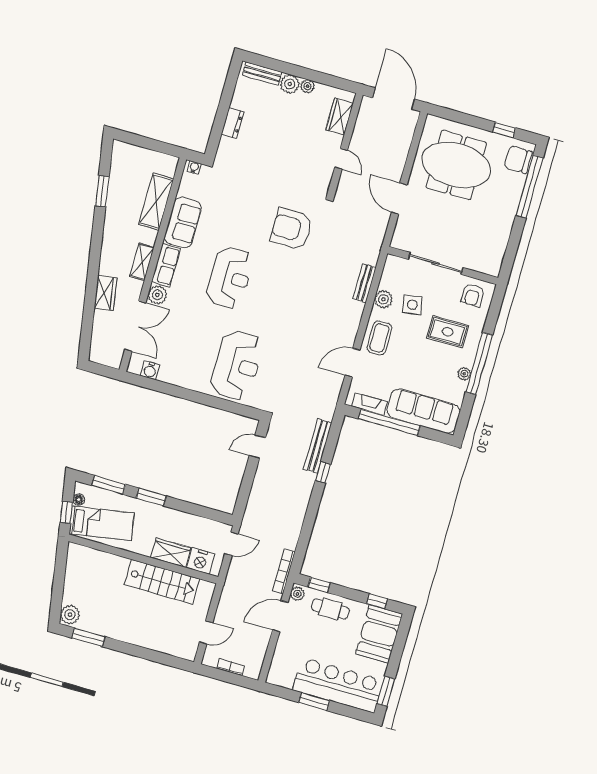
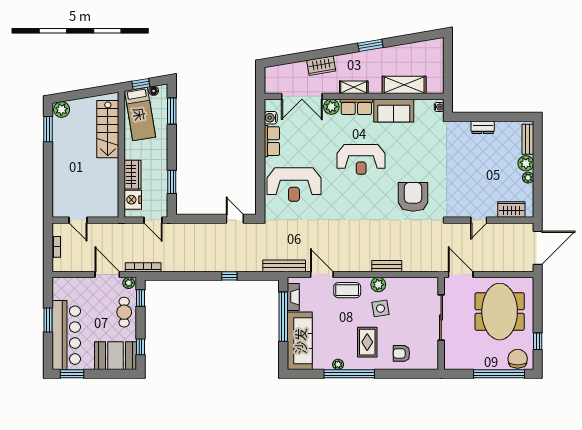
window: (102, 191) -> (370, 45), moved
door: (399, 199) -> (461, 275), hinge flipped
sliding door: (436, 263) -> (441, 318), moved
wall: (443, 265) -> (441, 323), moved
row of seats: (178, 377) -> (272, 141), added
bench: (318, 446) -> (284, 266), moved
window: (151, 497) -> (172, 182), moved
stairs: (162, 582) -> (108, 129), moved

